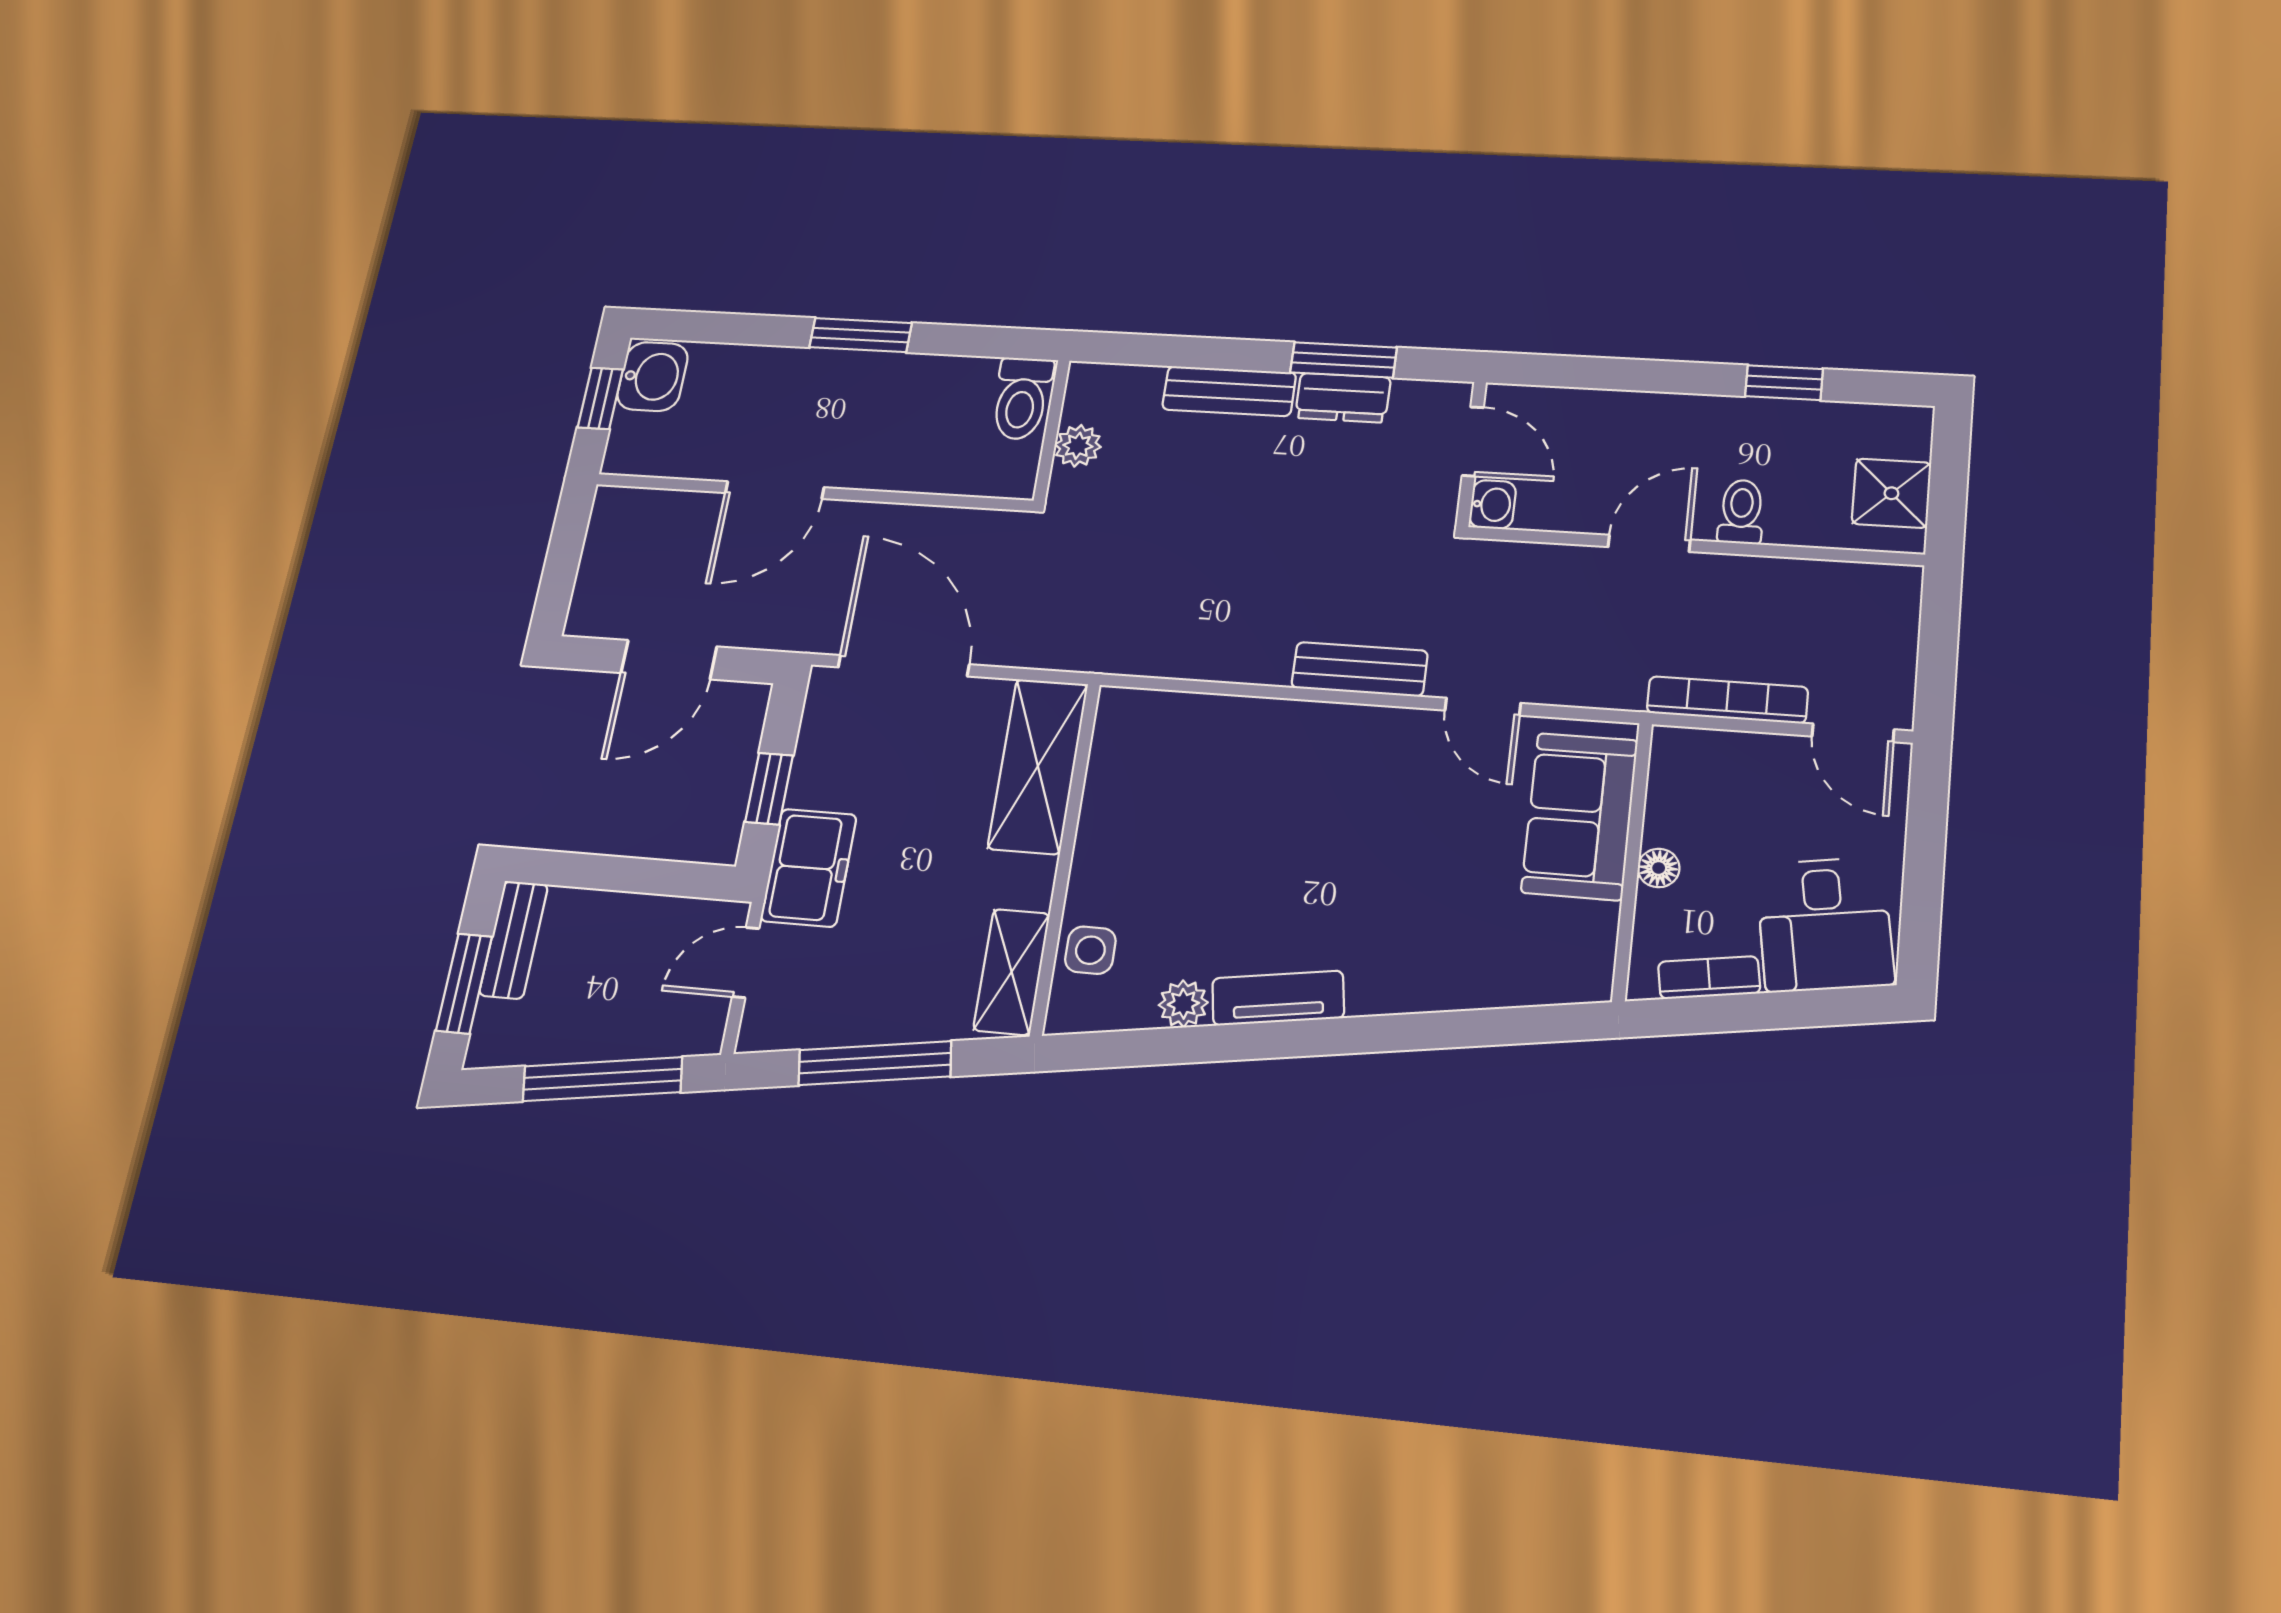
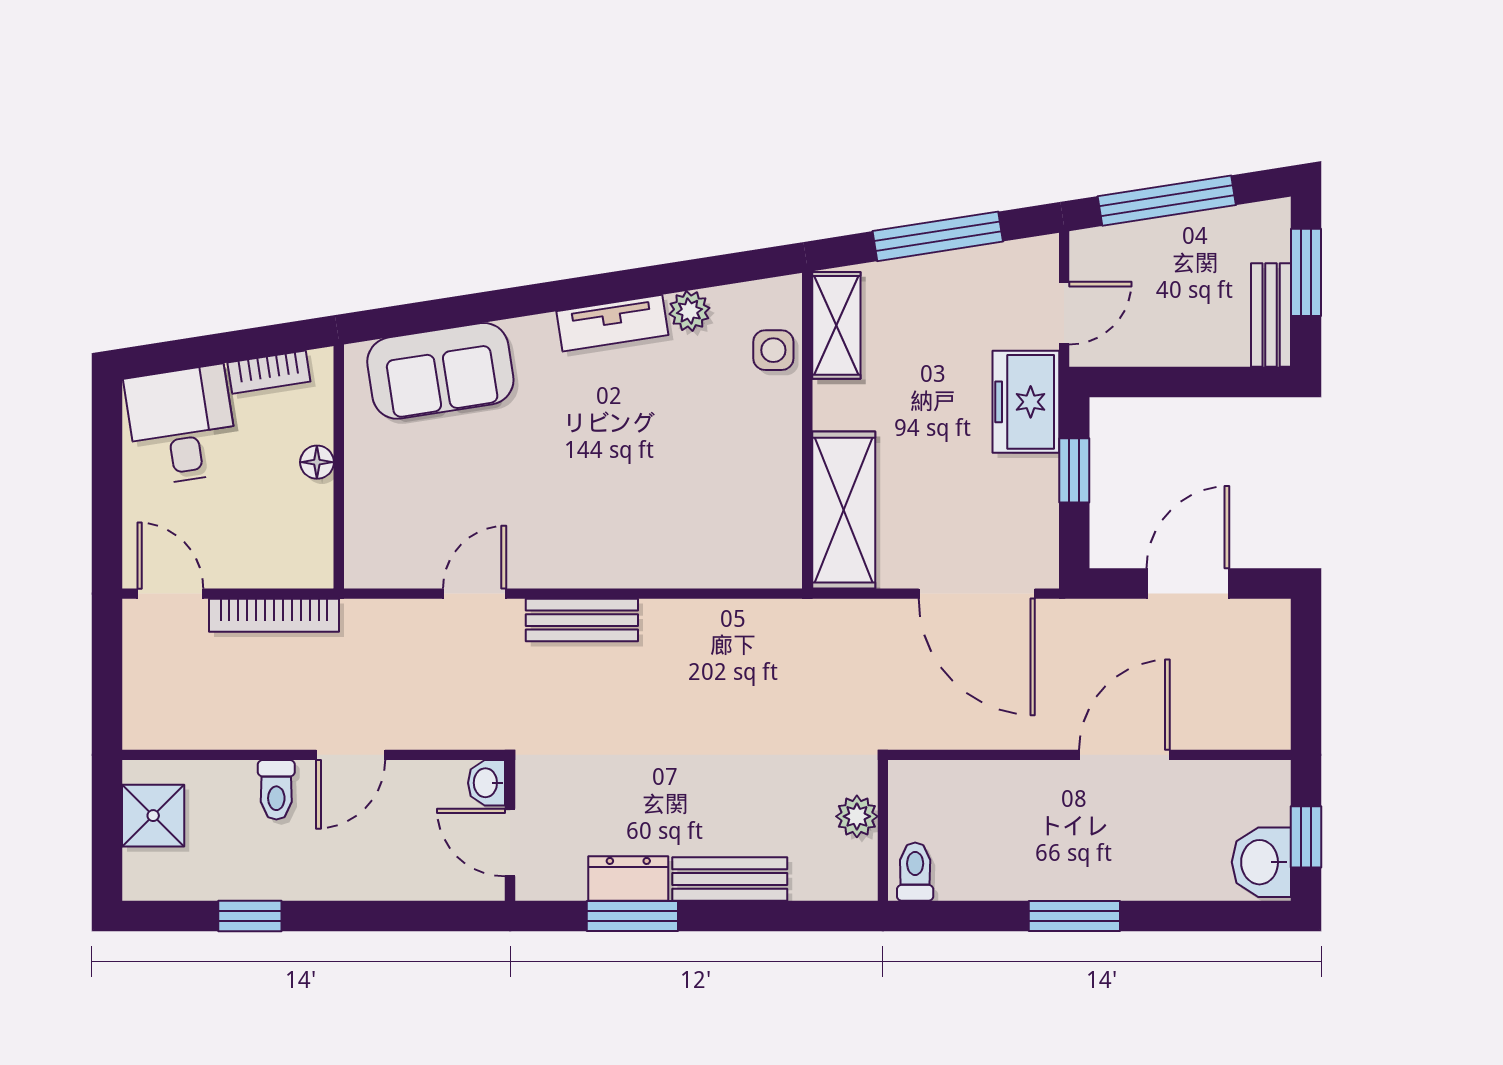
toilet: (1022, 398) -> (915, 872), width x0.73, depth x0.72
door: (1483, 707) -> (475, 594), hinge flipped
sofa: (1580, 816) -> (440, 371), moved, turned 81

